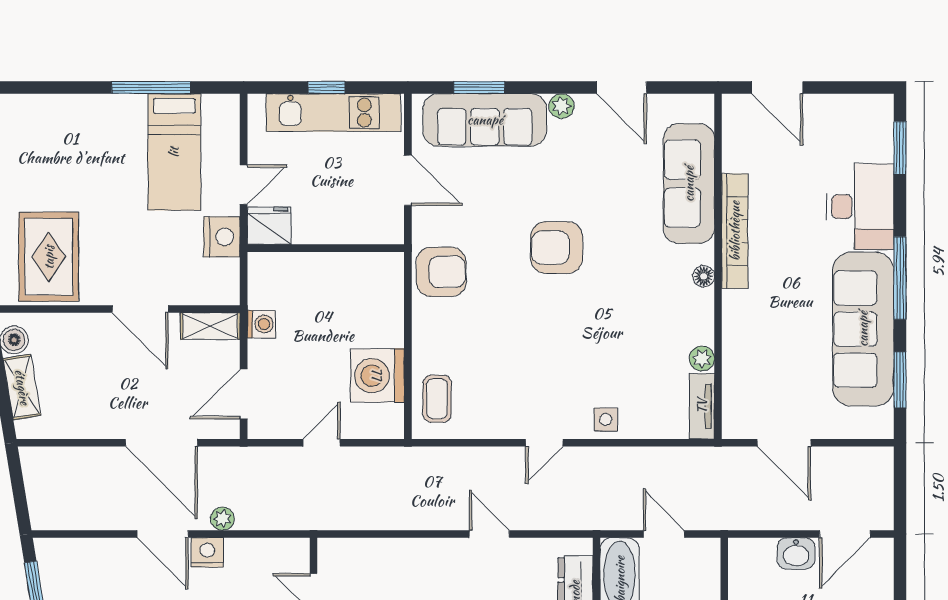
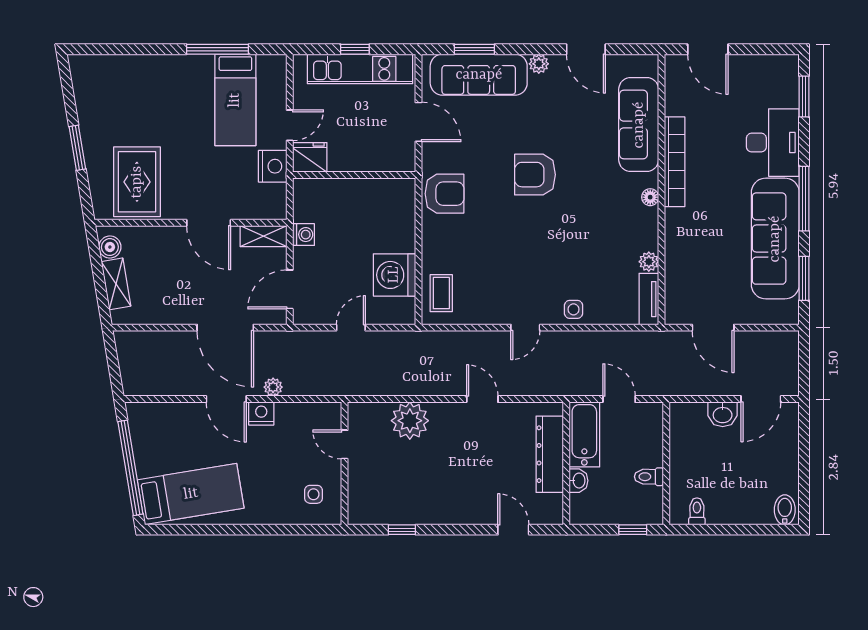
plant: (397, 562) -> (410, 421), added

